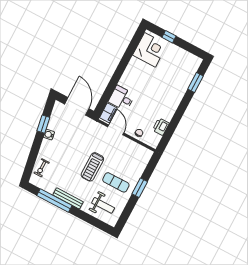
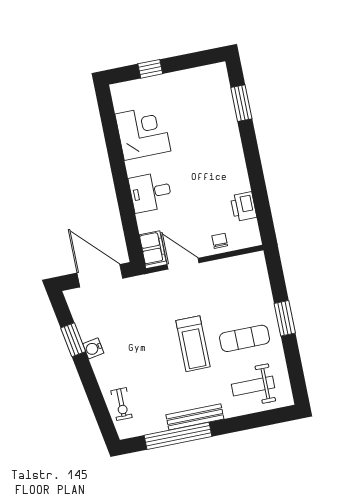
corner desk: (150, 50) -> (143, 132), moved
desk: (122, 98) -> (151, 192), moved
weight bench: (103, 205) -> (253, 386), turned 180

